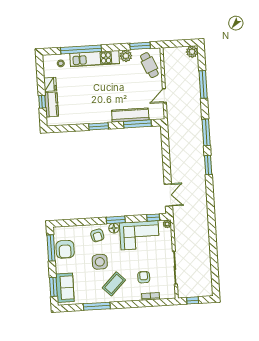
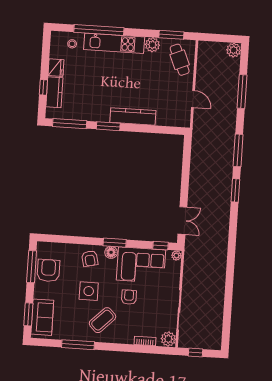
door: (164, 96) -> (193, 99), swing flipped
kitchen counter: (130, 115) -> (133, 116), moved
window: (137, 124) -> (70, 124), moved
armchair: (65, 249) -> (48, 270), turned 180
armchair: (144, 277) -> (129, 297), moved
plant: (169, 292) -> (168, 339), added

